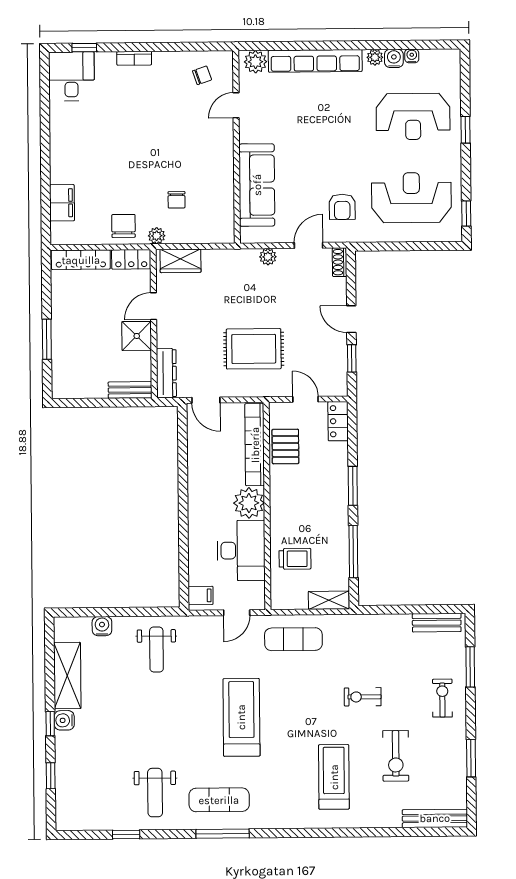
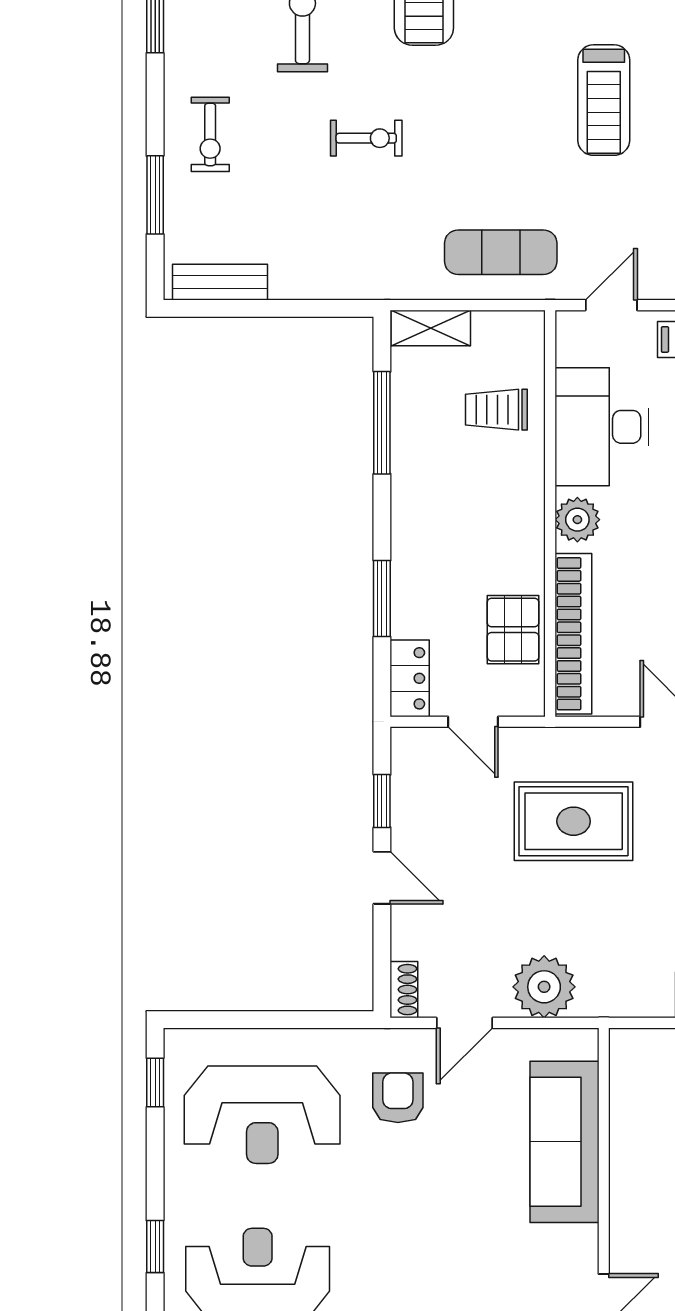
plant: (268, 257) -> (544, 987), width x1.87, depth x1.87
window: (353, 486) -> (382, 599), moved
plant: (249, 503) -> (577, 520), width x0.73, depth x0.73
treadmill: (241, 717) -> (604, 100), width x0.73, depth x0.73

